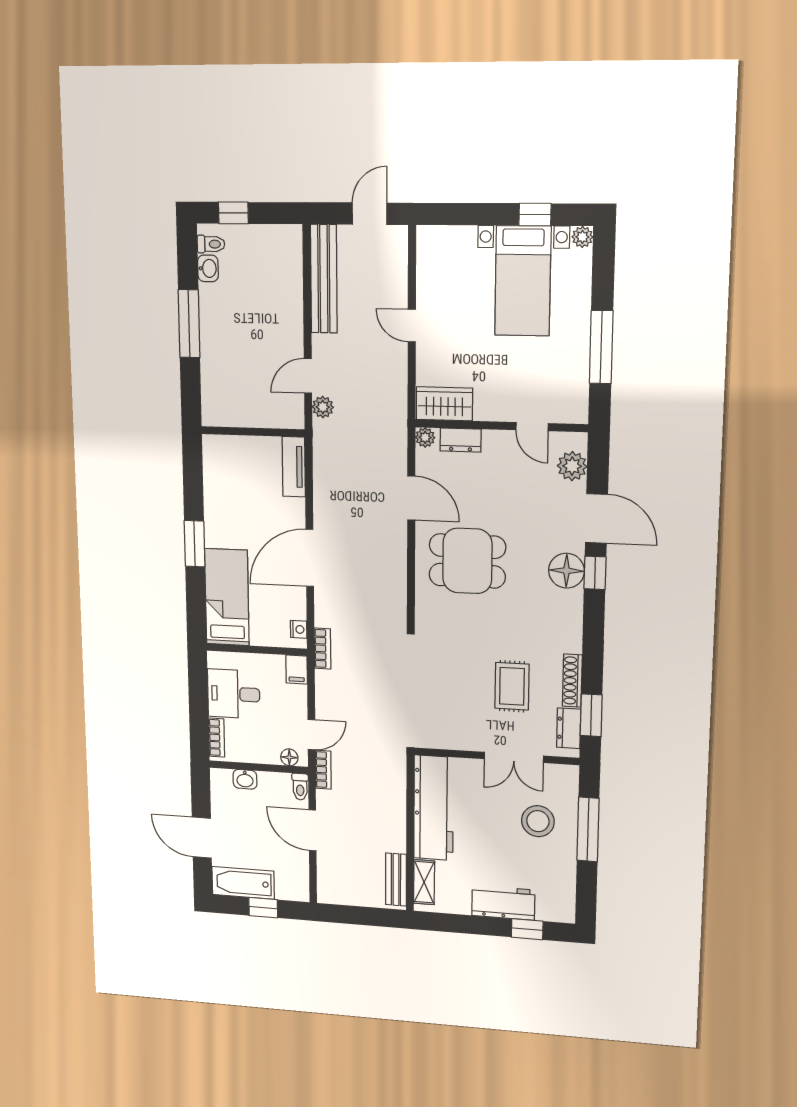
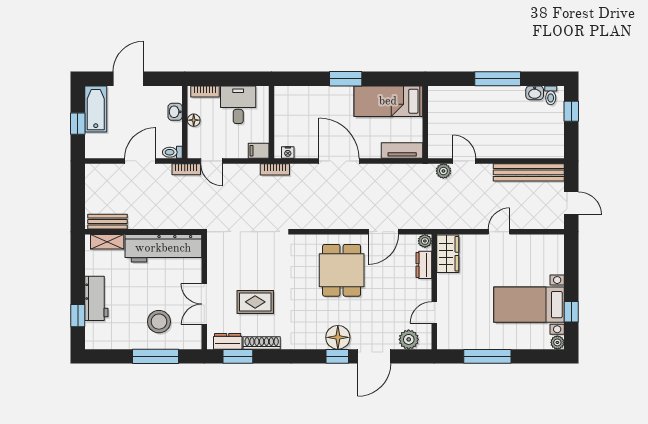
bed: (227, 597) -> (388, 101), moved, turned 180
floor lamp: (289, 757) -> (194, 120), moved

